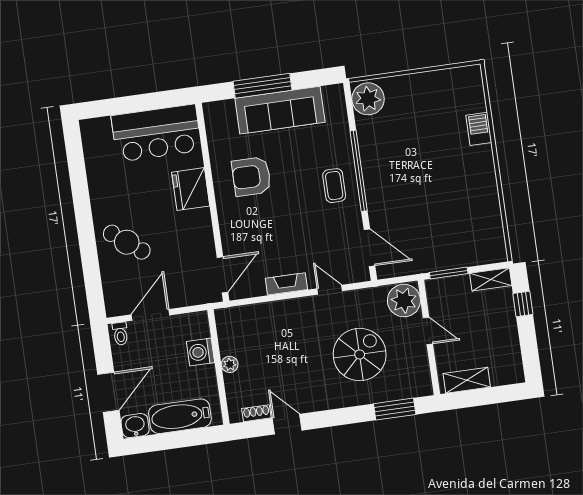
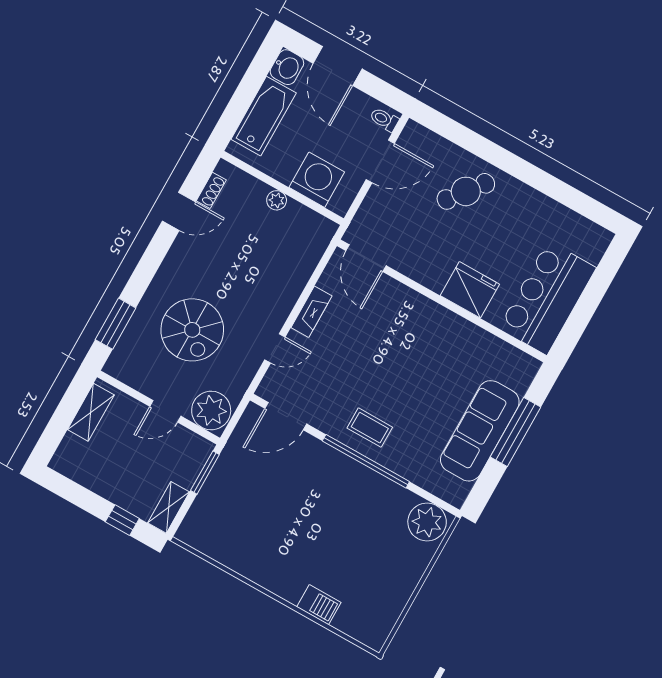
armchair: (251, 177) -> (438, 356), removed
door: (151, 315) -> (380, 161), hinge flipped
washing machine: (200, 352) -> (317, 180), width x1.37, depth x1.37

